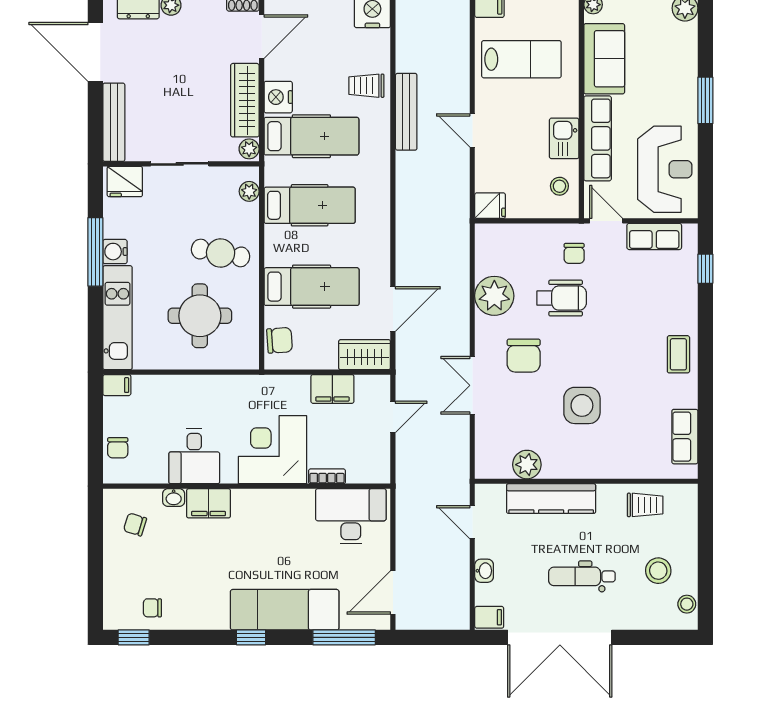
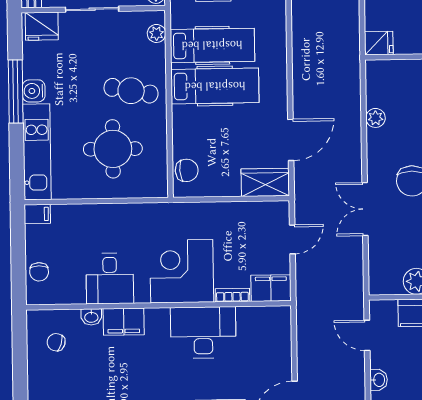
hospital bed: (312, 287) -> (215, 86), moved
plant: (494, 296) -> (376, 118), width x0.53, depth x0.53
filing cabinet: (332, 389) -> (271, 288), moved, turned 180
desk: (351, 516) -> (203, 332), moved

